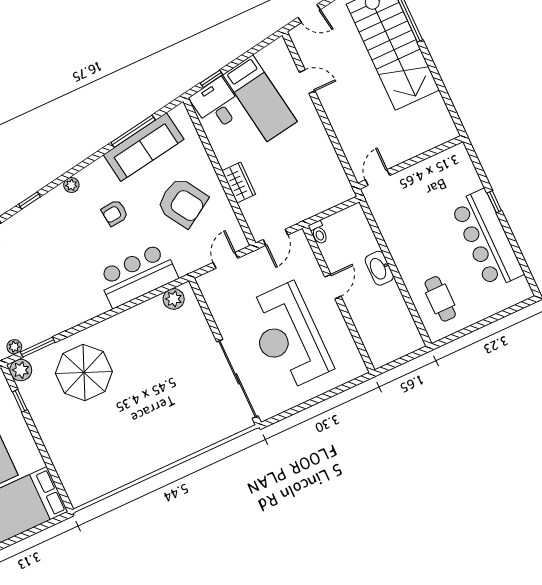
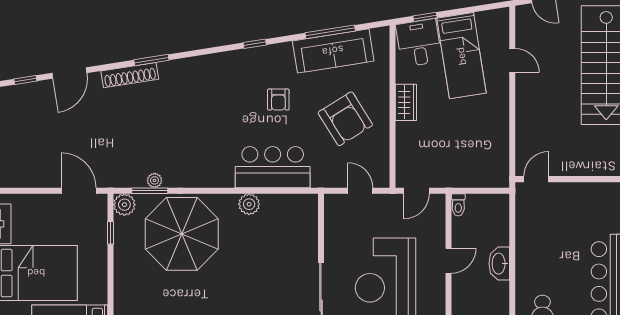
wardrobe: (239, 183) -> (406, 102), moved
plant: (71, 185) -> (250, 55), removed
window: (29, 200) -> (255, 44), moved
armchair: (115, 213) -> (278, 100), turned -84
door: (225, 260) -> (360, 191), hinge flipped
plant: (174, 299) -> (249, 204), moved
plant: (14, 347) -> (155, 180), moved
parasol: (84, 372) -> (182, 234), width x1.36, depth x1.36

